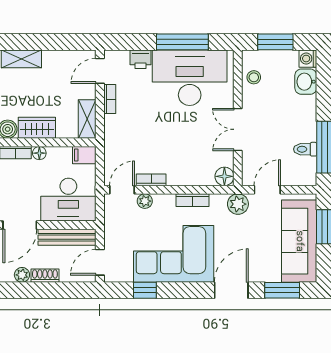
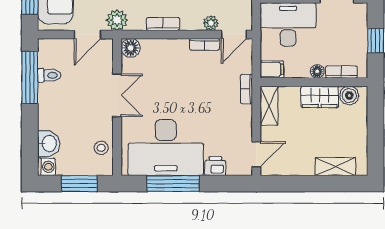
bookcase: (110, 99) -> (246, 89), moved

